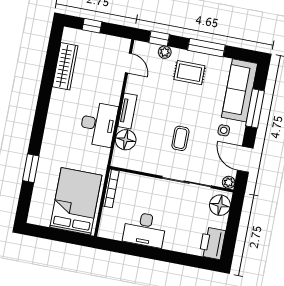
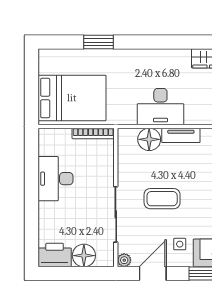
coffee table: (180, 138) -> (162, 199), width x1.36, depth x1.30
floor lamp: (220, 205) -> (84, 256), moved

